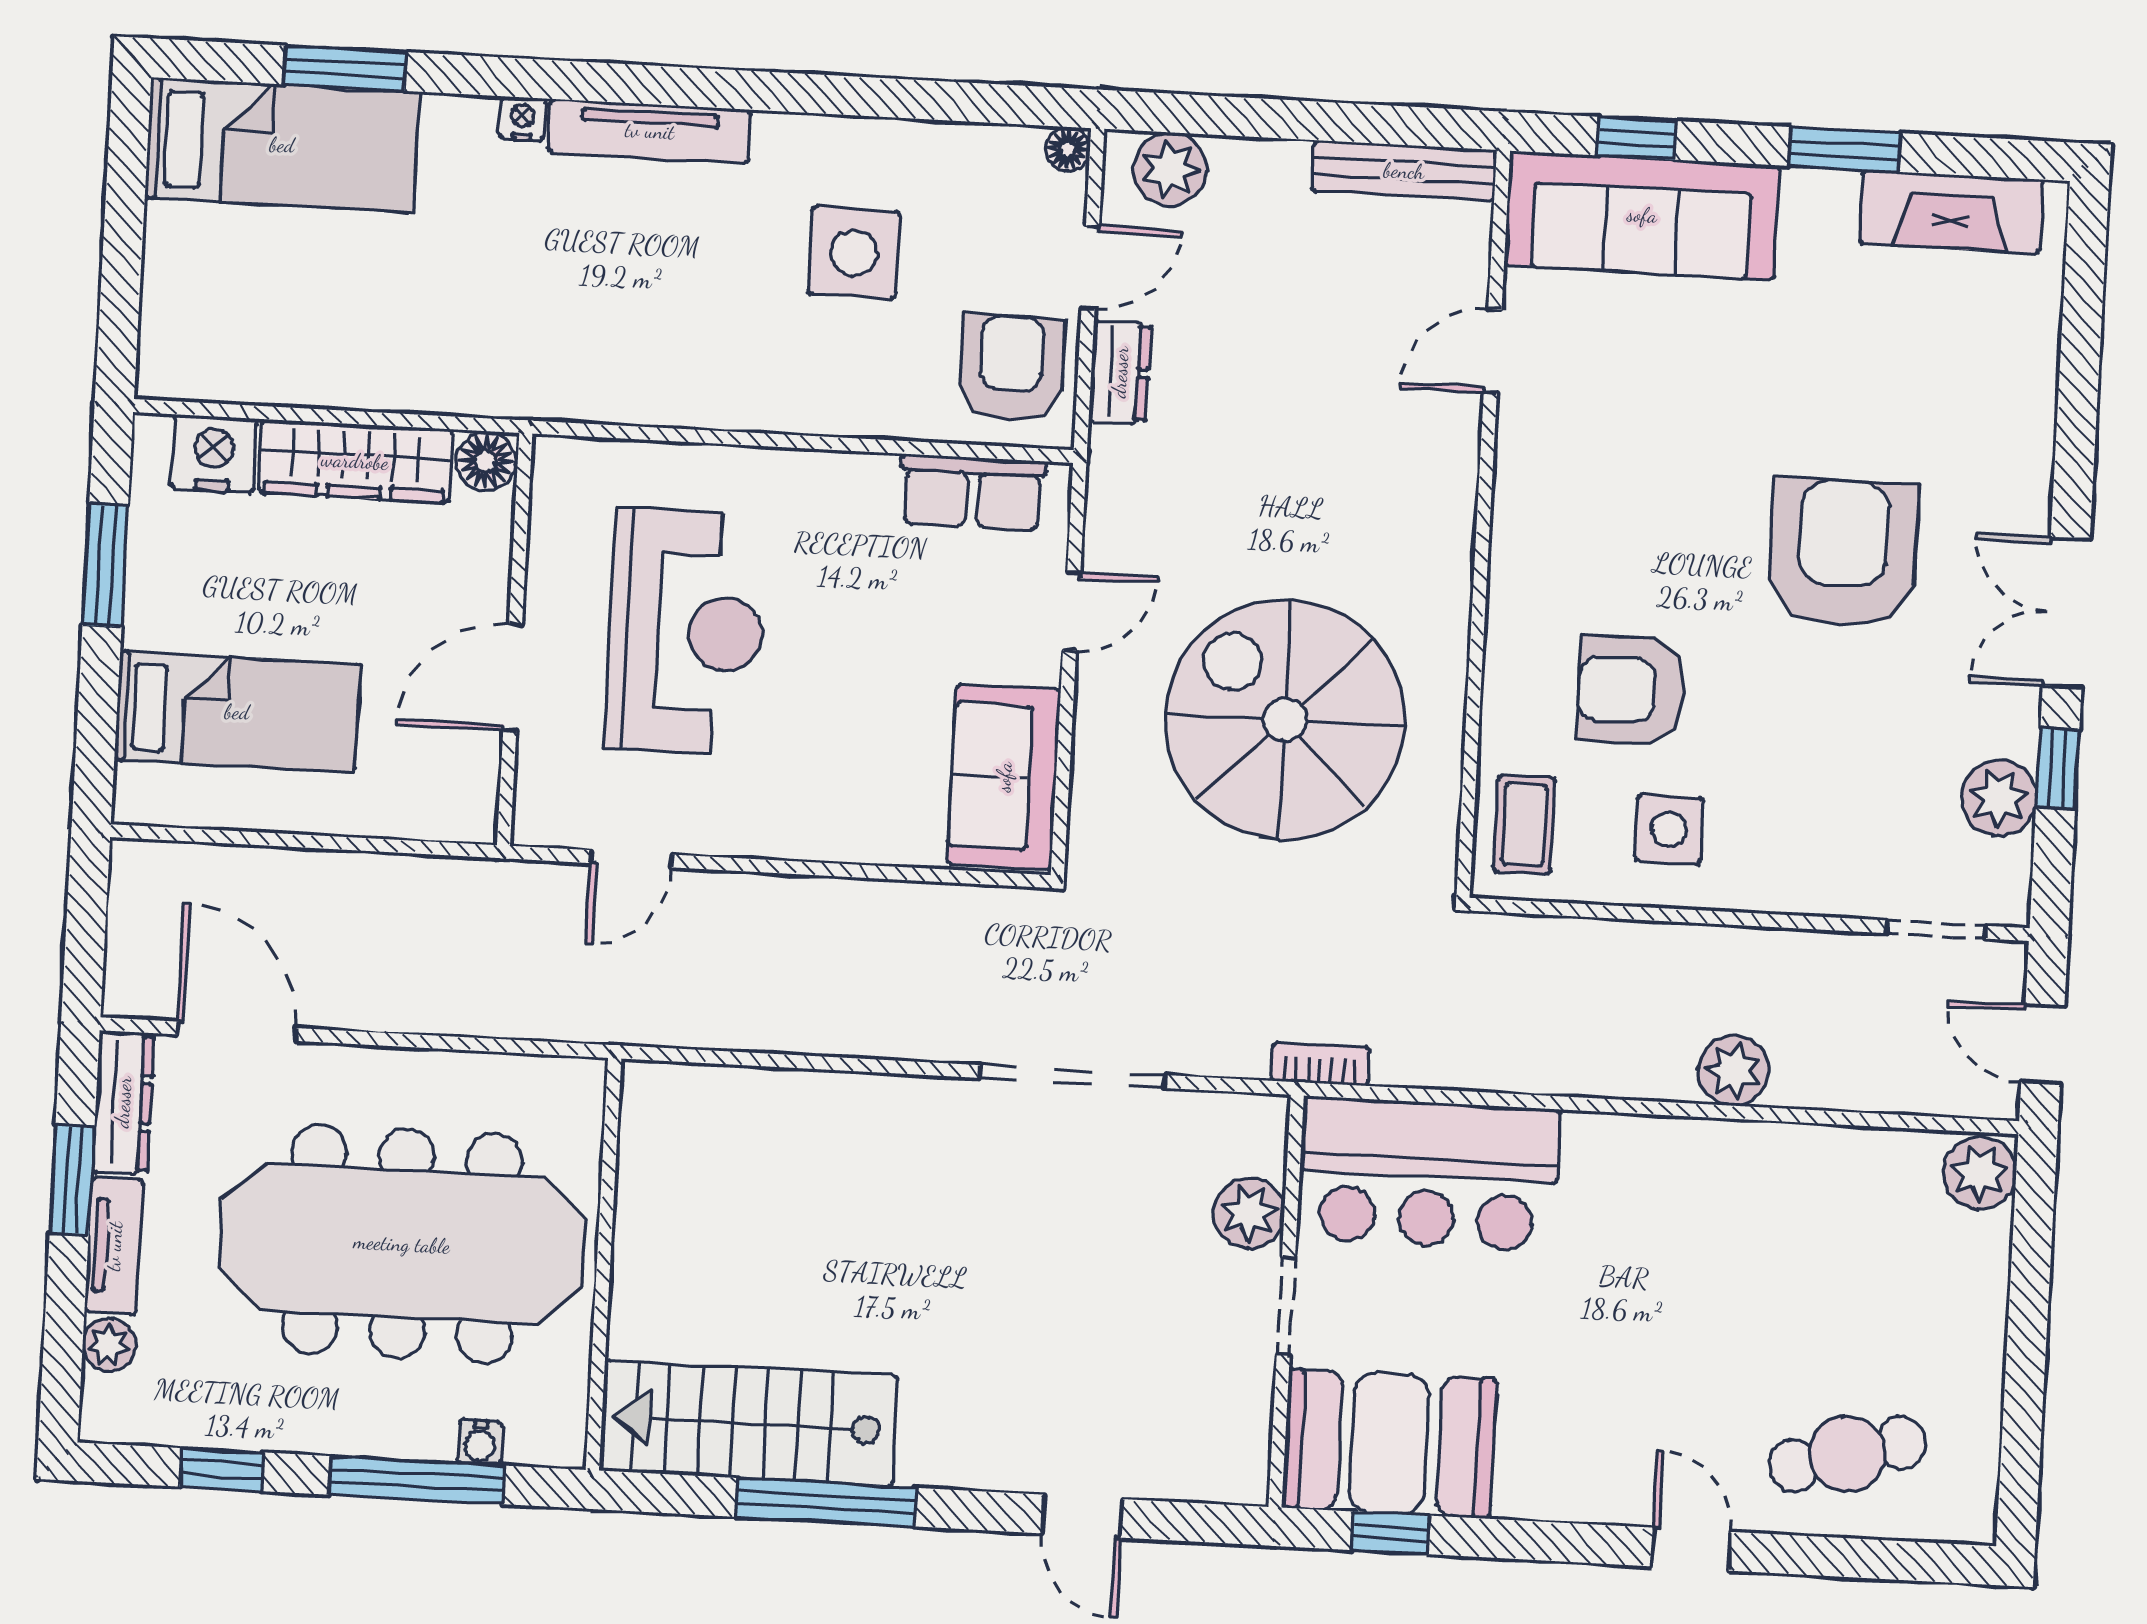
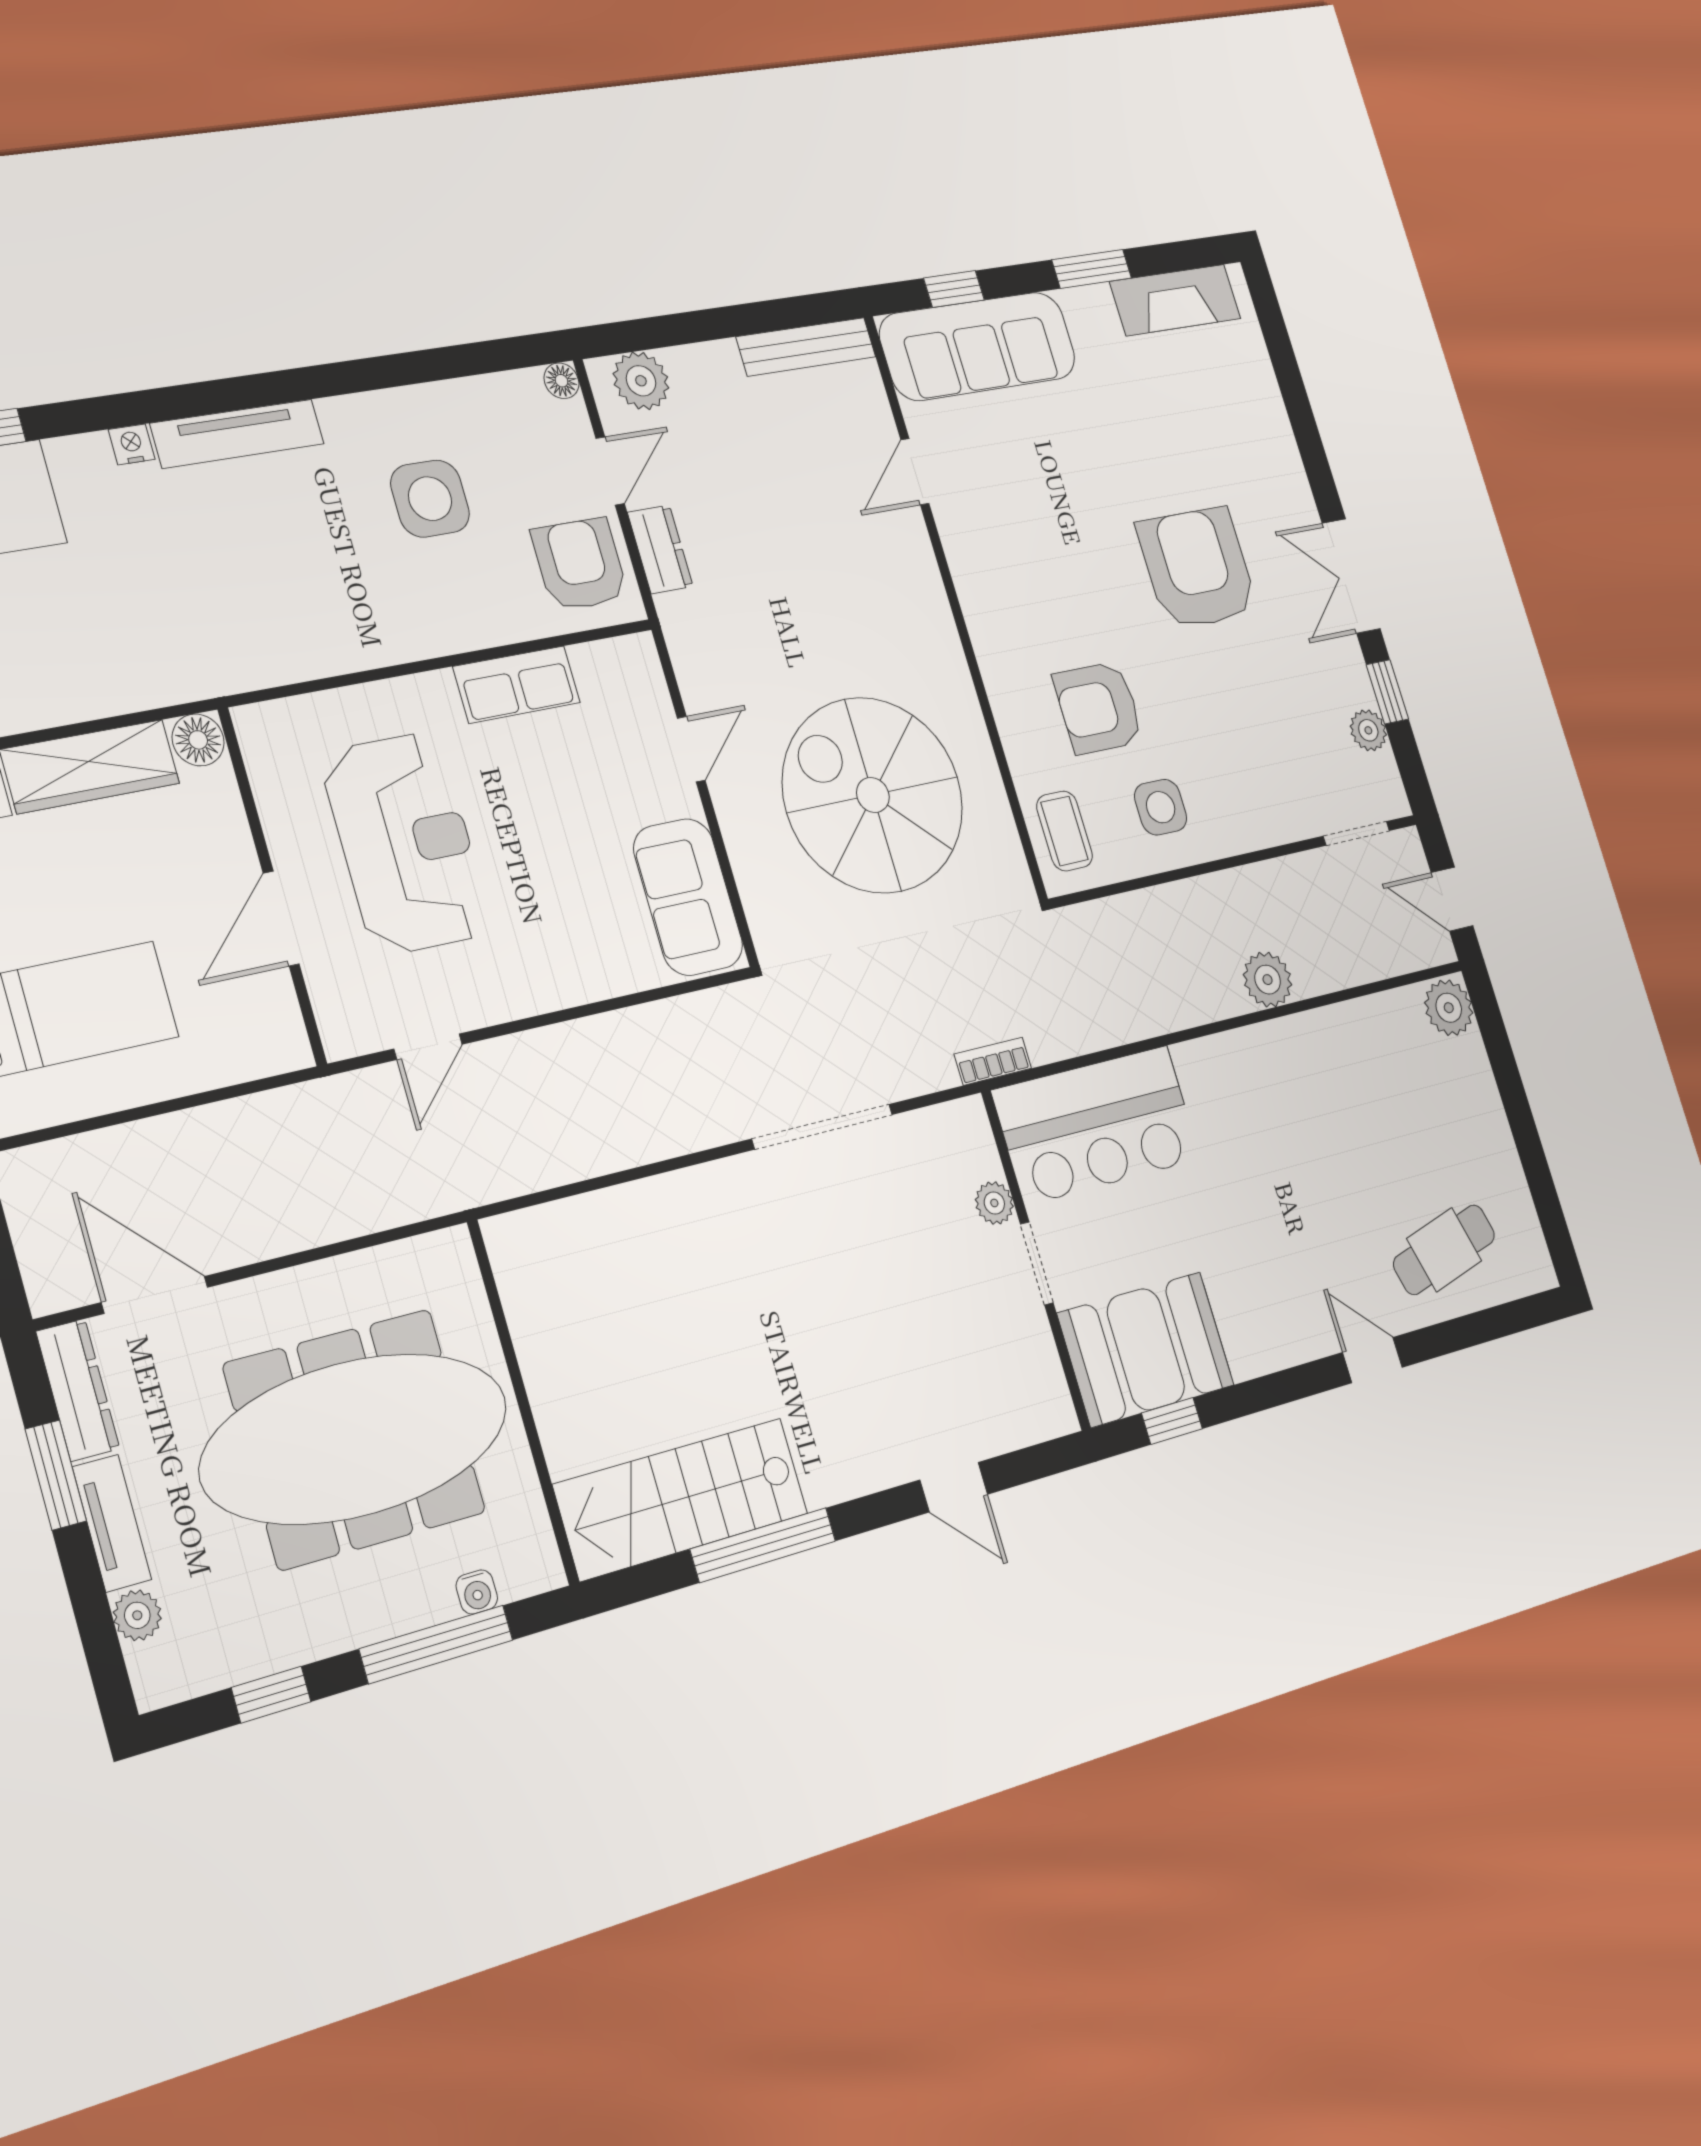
row of seats: (973, 492) -> (517, 685), moved
plant: (1999, 798) -> (1368, 730), width x0.73, depth x0.73
plant: (1249, 1213) -> (994, 1203), width x0.73, depth x0.73

